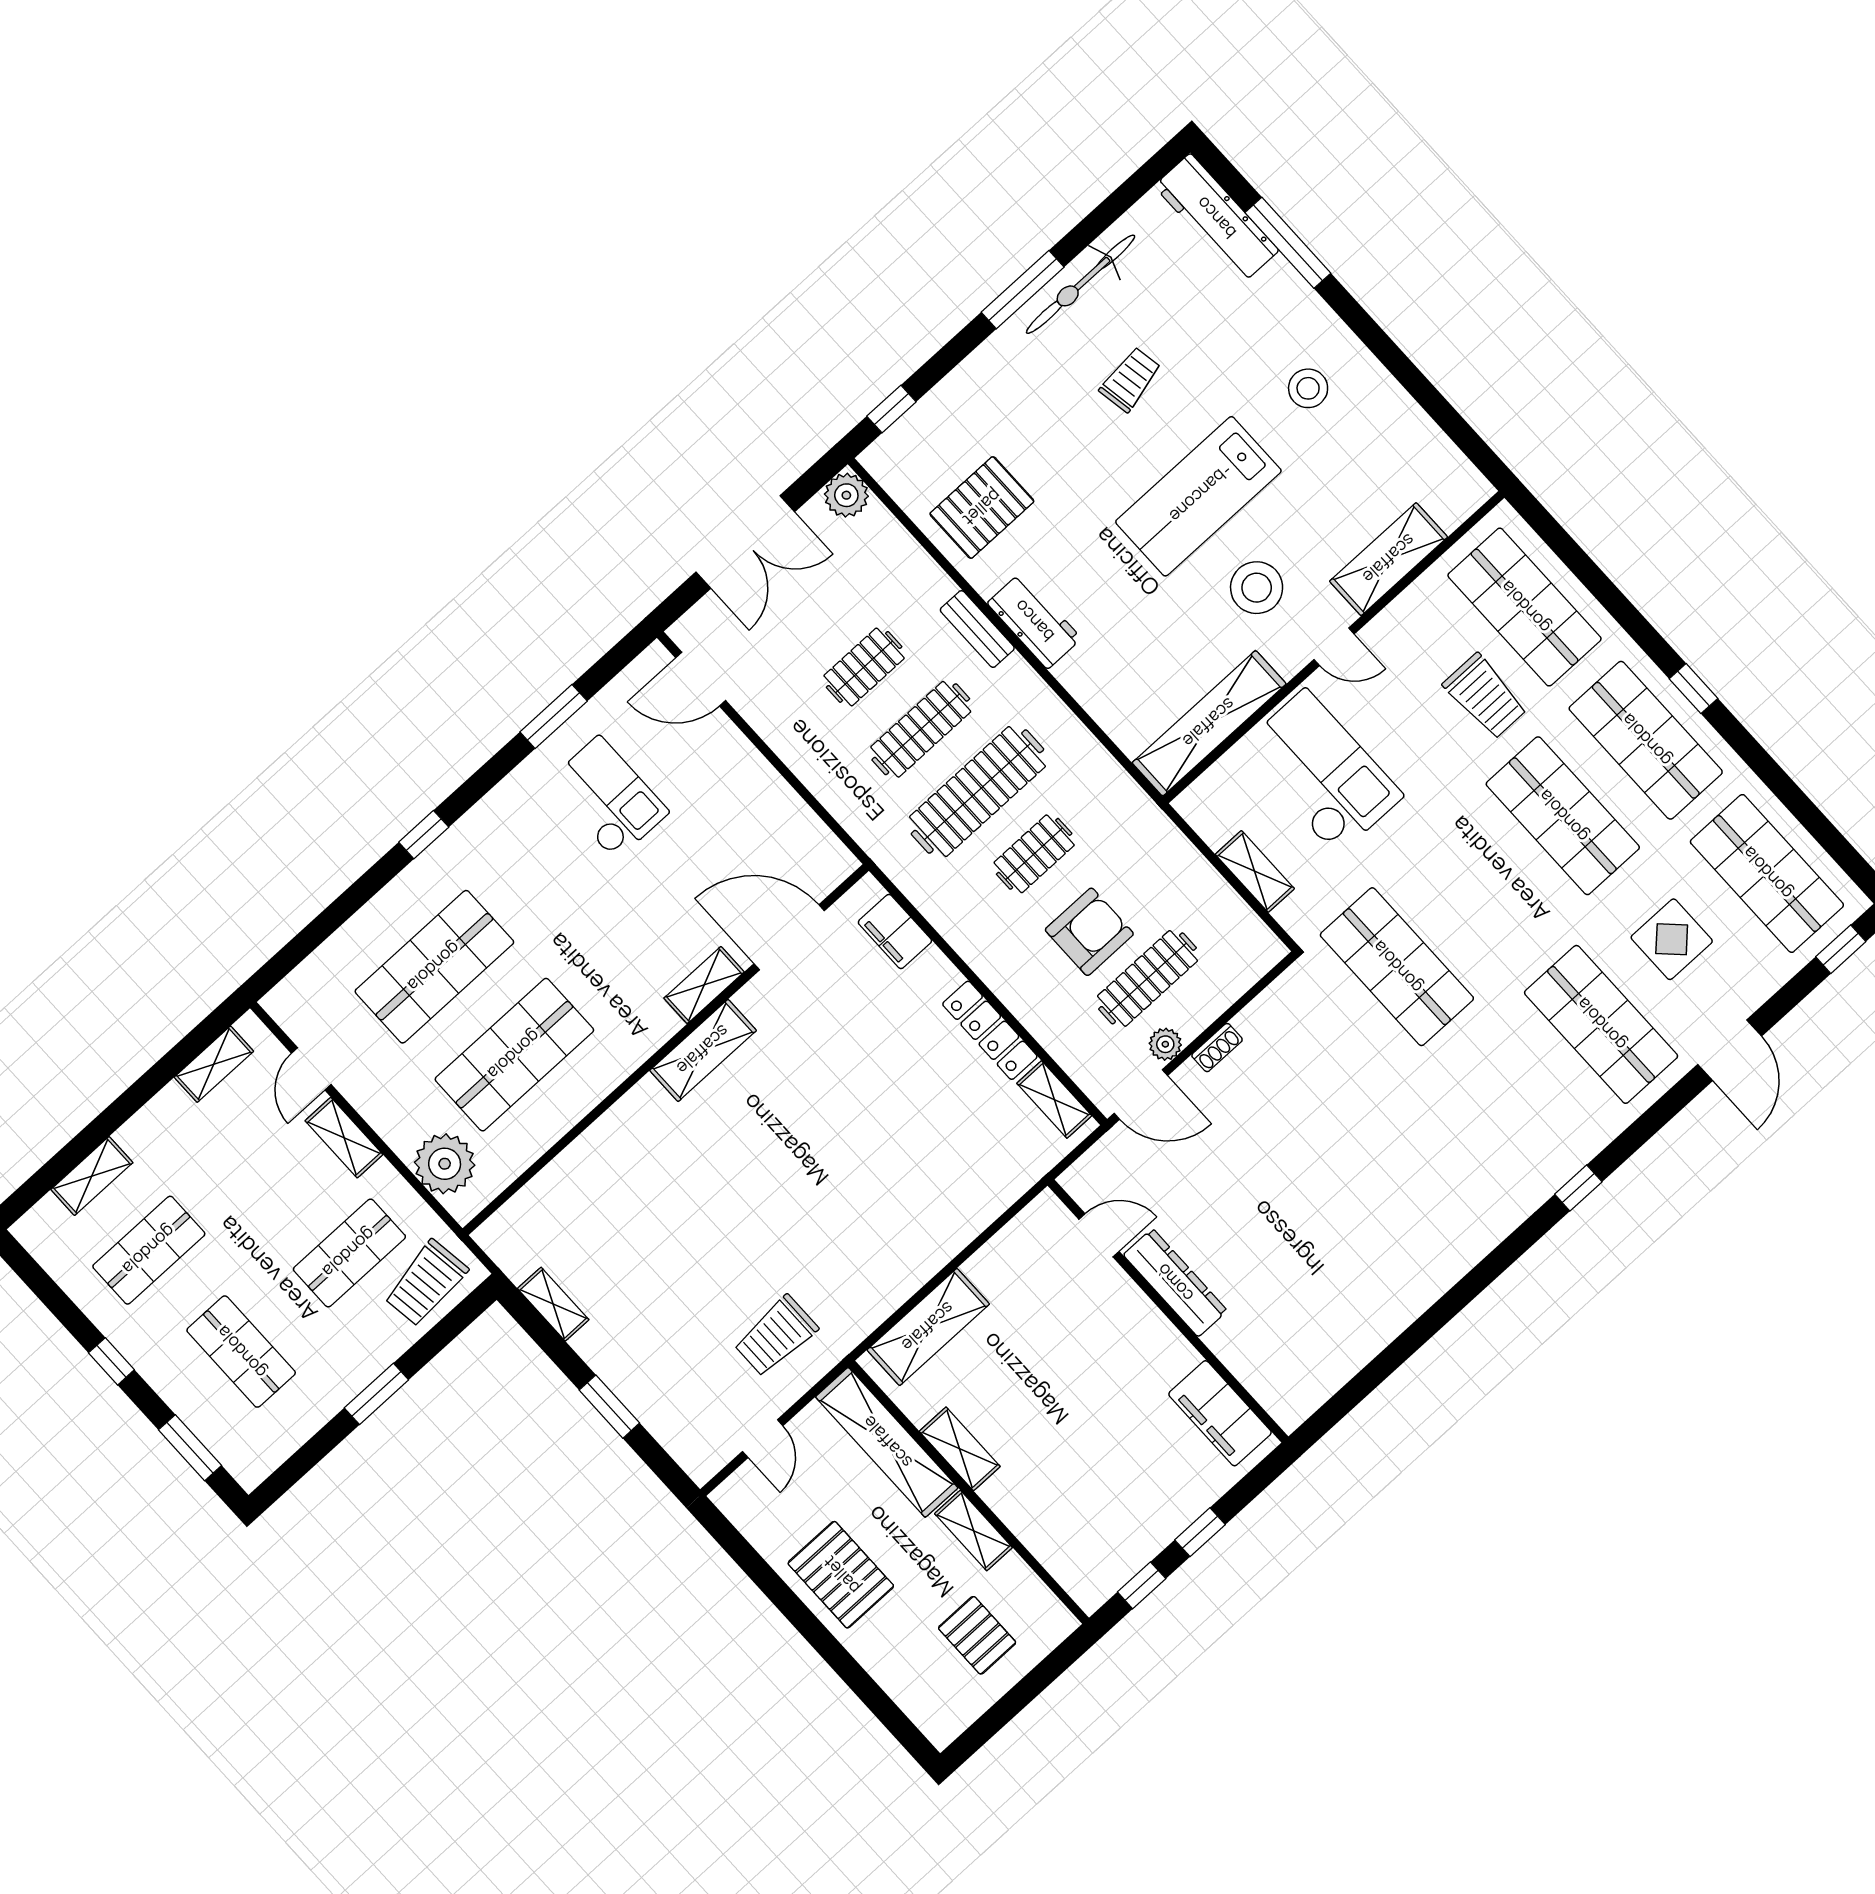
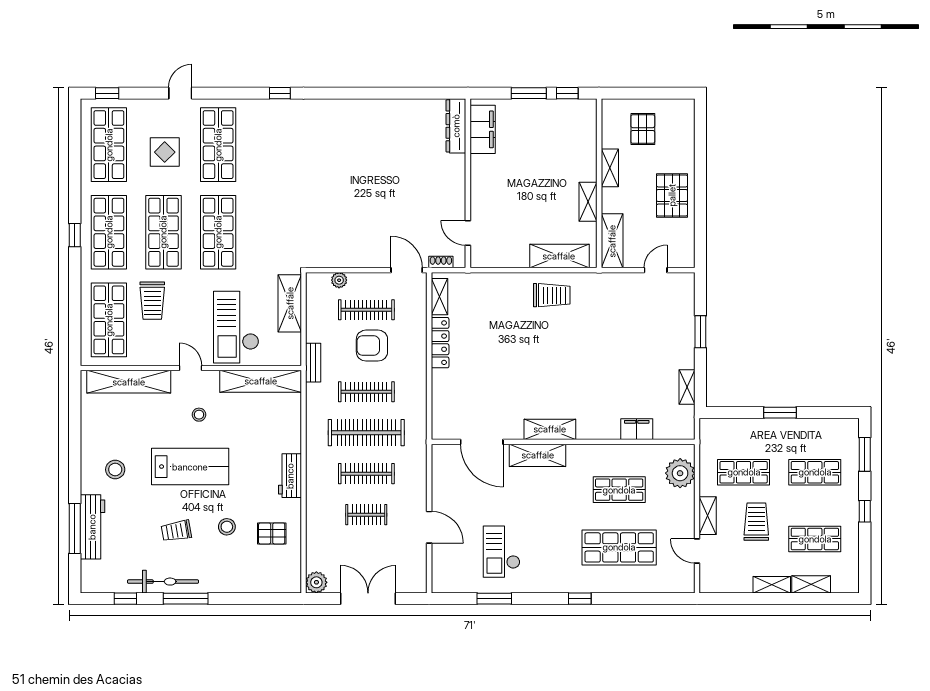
workbench: (1216, 218) -> (92, 527), moved
window: (891, 409) -> (125, 599), moved
stool: (1059, 456) -> (227, 527), added
pallet: (982, 508) -> (272, 533), width x0.67, depth x0.71
shelving: (1389, 559) -> (129, 382), width x1.47
stool: (1257, 588) -> (199, 415), width x0.53, depth x0.53
bench: (977, 629) -> (313, 363), moved
door: (701, 679) -> (429, 527), moved
trolley: (1485, 696) -> (152, 301), turned 180
clothes rail: (1034, 854) -> (366, 392), width x1.36
shelving: (1255, 871) -> (290, 303), width x1.50, depth x1.33
filing cabinet: (895, 932) -> (637, 429), moved, turned -90
shop shelf: (1397, 967) -> (218, 232), moved
shelving: (704, 985) -> (538, 455), width x1.50, depth x1.33
plant: (1165, 1044) -> (339, 280), moved
shoe rack: (1217, 1048) -> (441, 262), moved
door: (1730, 1050) -> (180, 93), width x0.73
shop shelf: (514, 1055) -> (619, 490), width x0.70, depth x0.74
shelving: (214, 1064) -> (772, 585), moved
door: (311, 1069) -> (697, 551), swing flipped
trolley: (426, 1283) -> (756, 522), moved, turned -82
dresser: (1175, 1283) -> (456, 126), moved
trolley: (776, 1336) -> (552, 295), moved
shop shelf: (241, 1352) -> (815, 472), turned 90
shelving: (887, 1442) -> (612, 241), width x0.68
window: (1200, 1532) -> (529, 93), width x1.50

